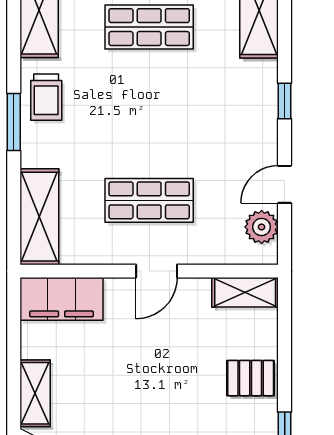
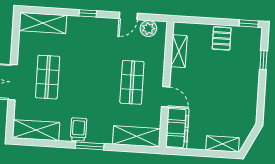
trolley: (46, 97) -> (79, 129), turned -90
door: (285, 184) -> (128, 16), hinge flipped
door: (157, 271) -> (166, 97), moved
shelving: (245, 292) -> (179, 51), moved

